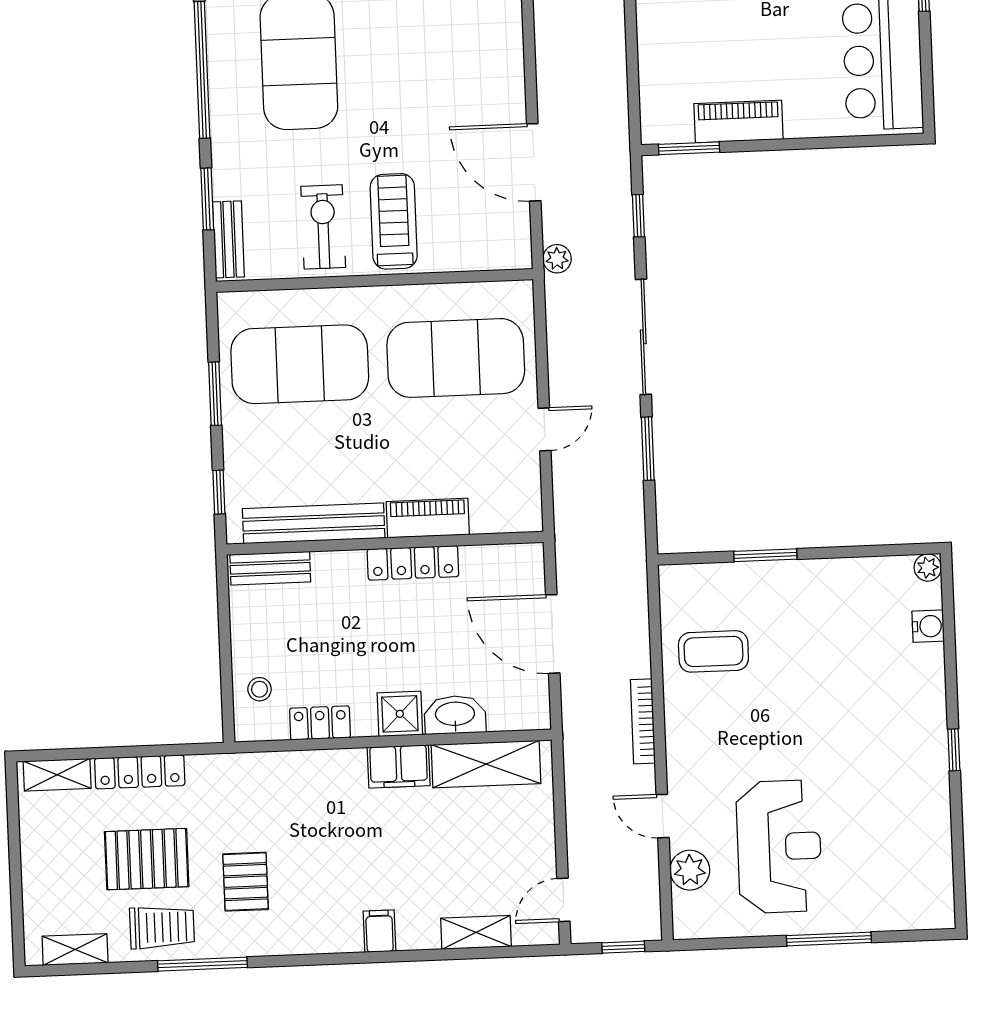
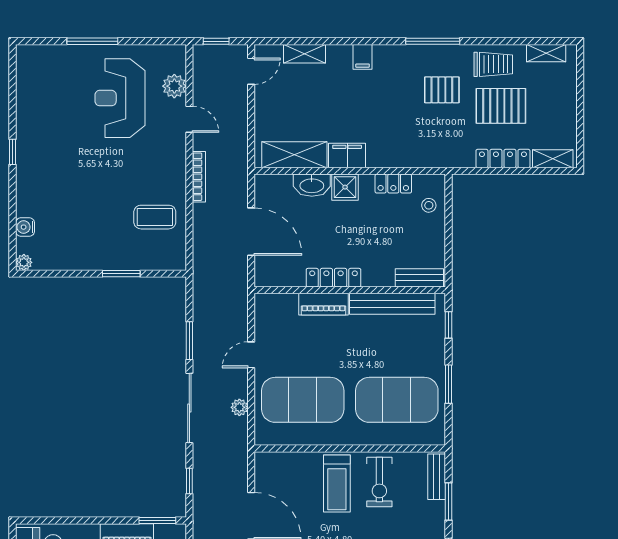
plant: (557, 259) -> (239, 407), moved
pallet: (246, 882) -> (442, 90), turned 90
trolley: (162, 927) -> (493, 64), turned 180
window: (202, 964) -> (433, 41), moved

